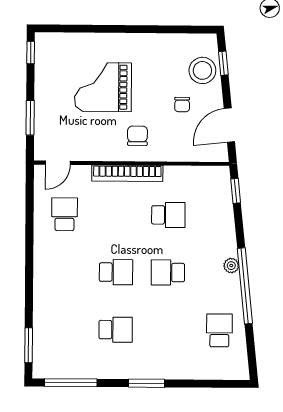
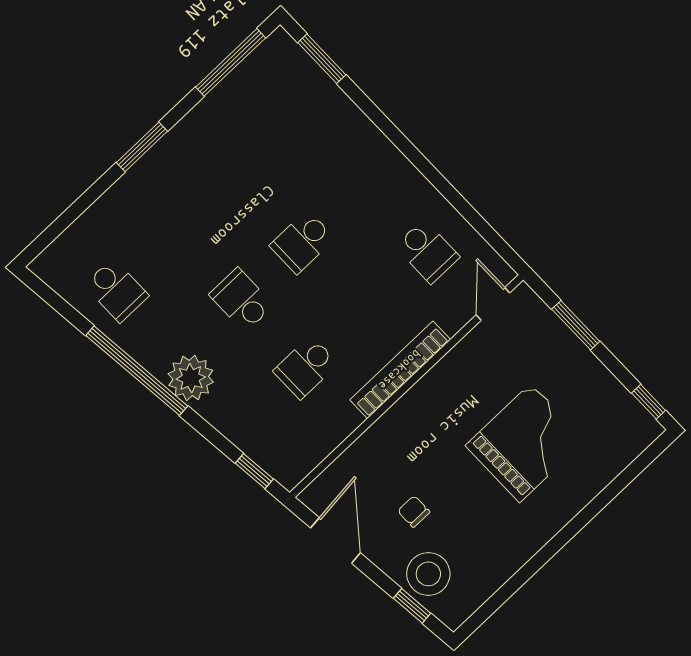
chair: (137, 136) -> (431, 425), removed
plant: (231, 266) -> (191, 378), width x1.88, depth x1.88
school desk: (168, 272) -> (241, 300), turned -90
school desk: (116, 330) -> (238, 175), removed

